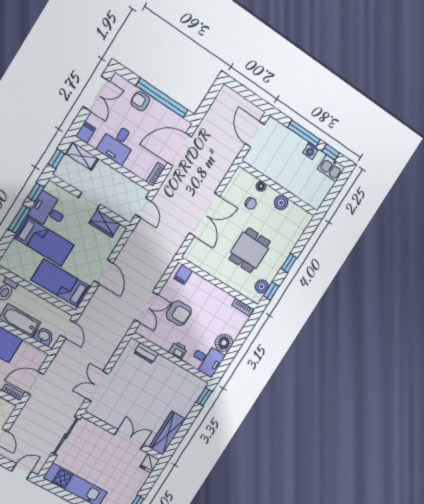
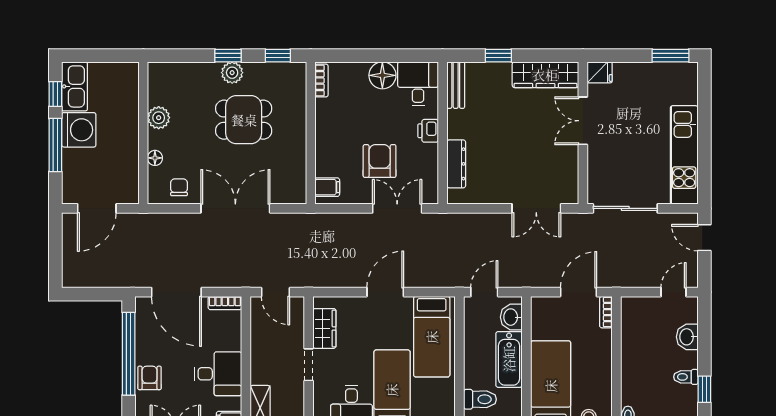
armchair: (140, 101) -> (150, 378), turned 180
washing machine: (311, 151) -> (79, 130), width x1.89, depth x1.89
kitchen sink: (331, 168) -> (75, 86), width x1.38
chair: (251, 203) -> (179, 187), moved
door: (143, 208) -> (276, 292), swing flipped
plant: (262, 286) -> (232, 73), moved
dresser: (146, 353) -> (456, 164), width x1.44
bench: (193, 380) -> (456, 85), added
door: (34, 383) -> (579, 292), swing flipped
window: (204, 397) -> (498, 56), moved

